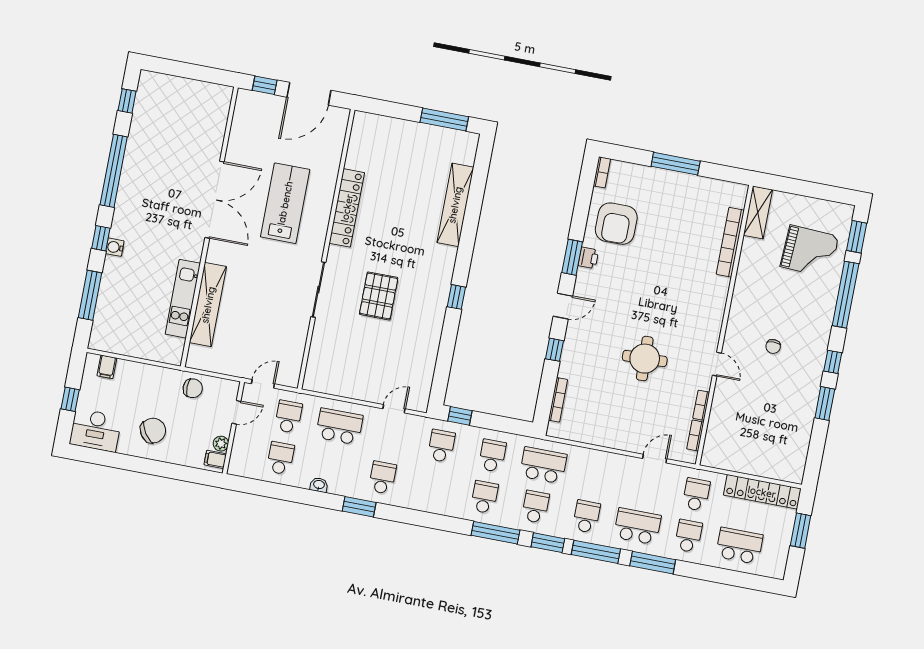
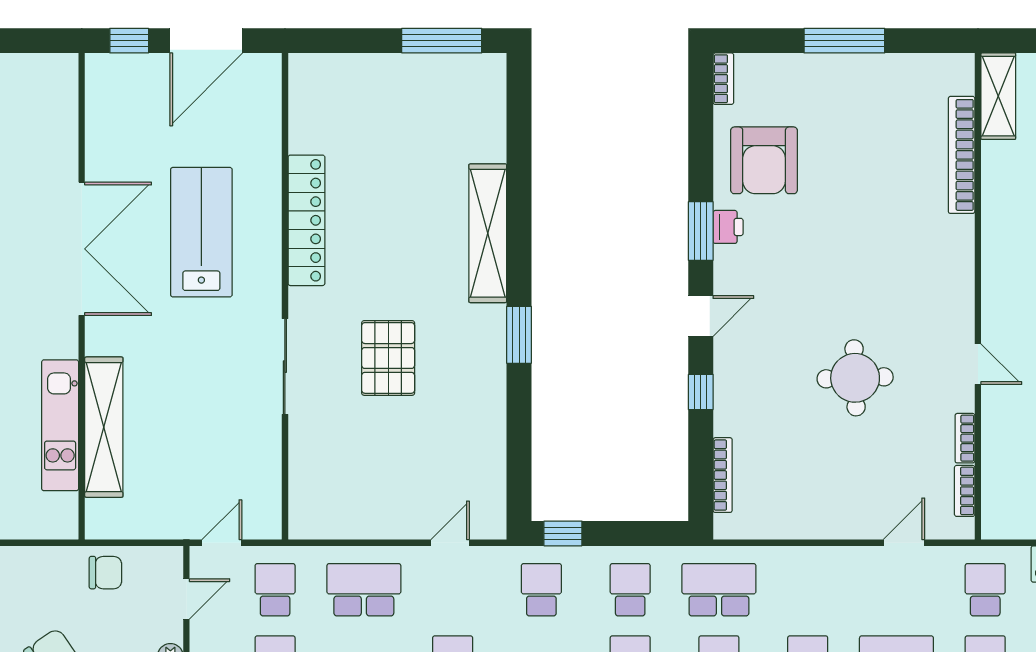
shelving: (455, 205) -> (488, 233), moved
window: (456, 297) -> (519, 335), width x1.50

